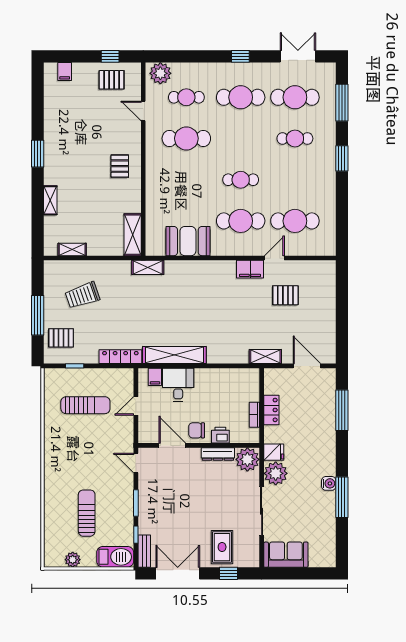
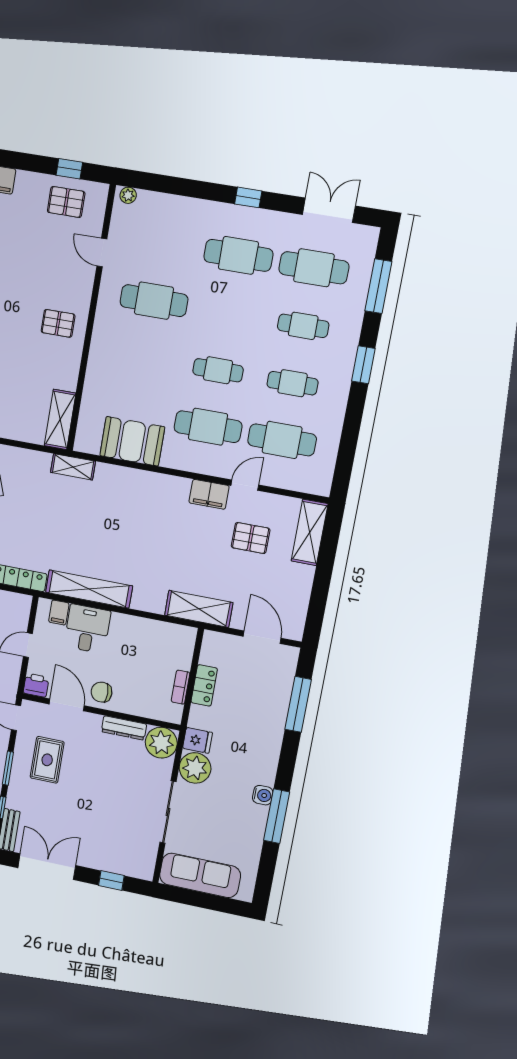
plant: (160, 73) -> (128, 195), width x0.53, depth x0.53
cafe table: (186, 97) -> (293, 383), moved
pallet: (120, 166) -> (58, 323), turned 90
shelving: (327, 283) -> (310, 532), added
shelving: (265, 356) -> (199, 609), width x1.50, depth x1.33
printer: (220, 435) -> (36, 685), moved
rug: (222, 547) -> (47, 760), moved
sofa: (286, 555) -> (200, 875), width x1.36

